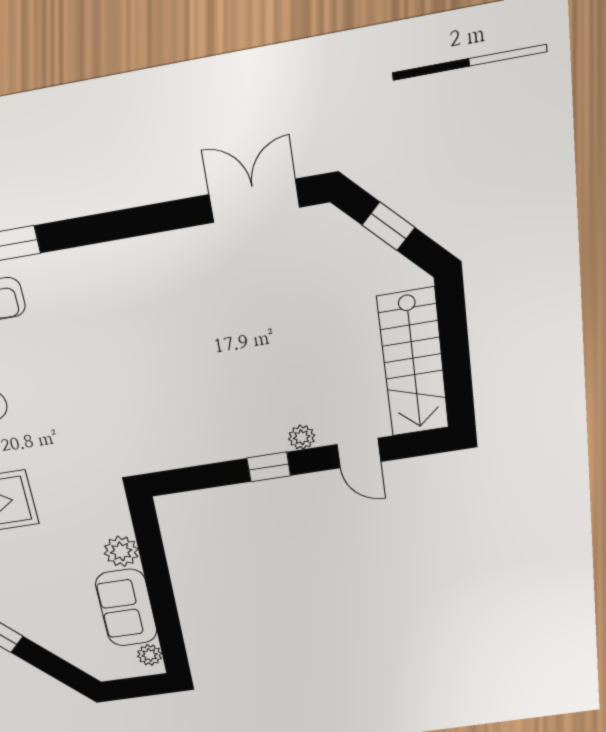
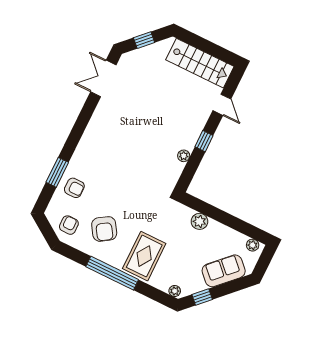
plant: (302, 437) -> (184, 156), moved
door: (359, 453) -> (222, 105), hinge flipped
sofa: (126, 608) -> (224, 271), moved, turned 135

